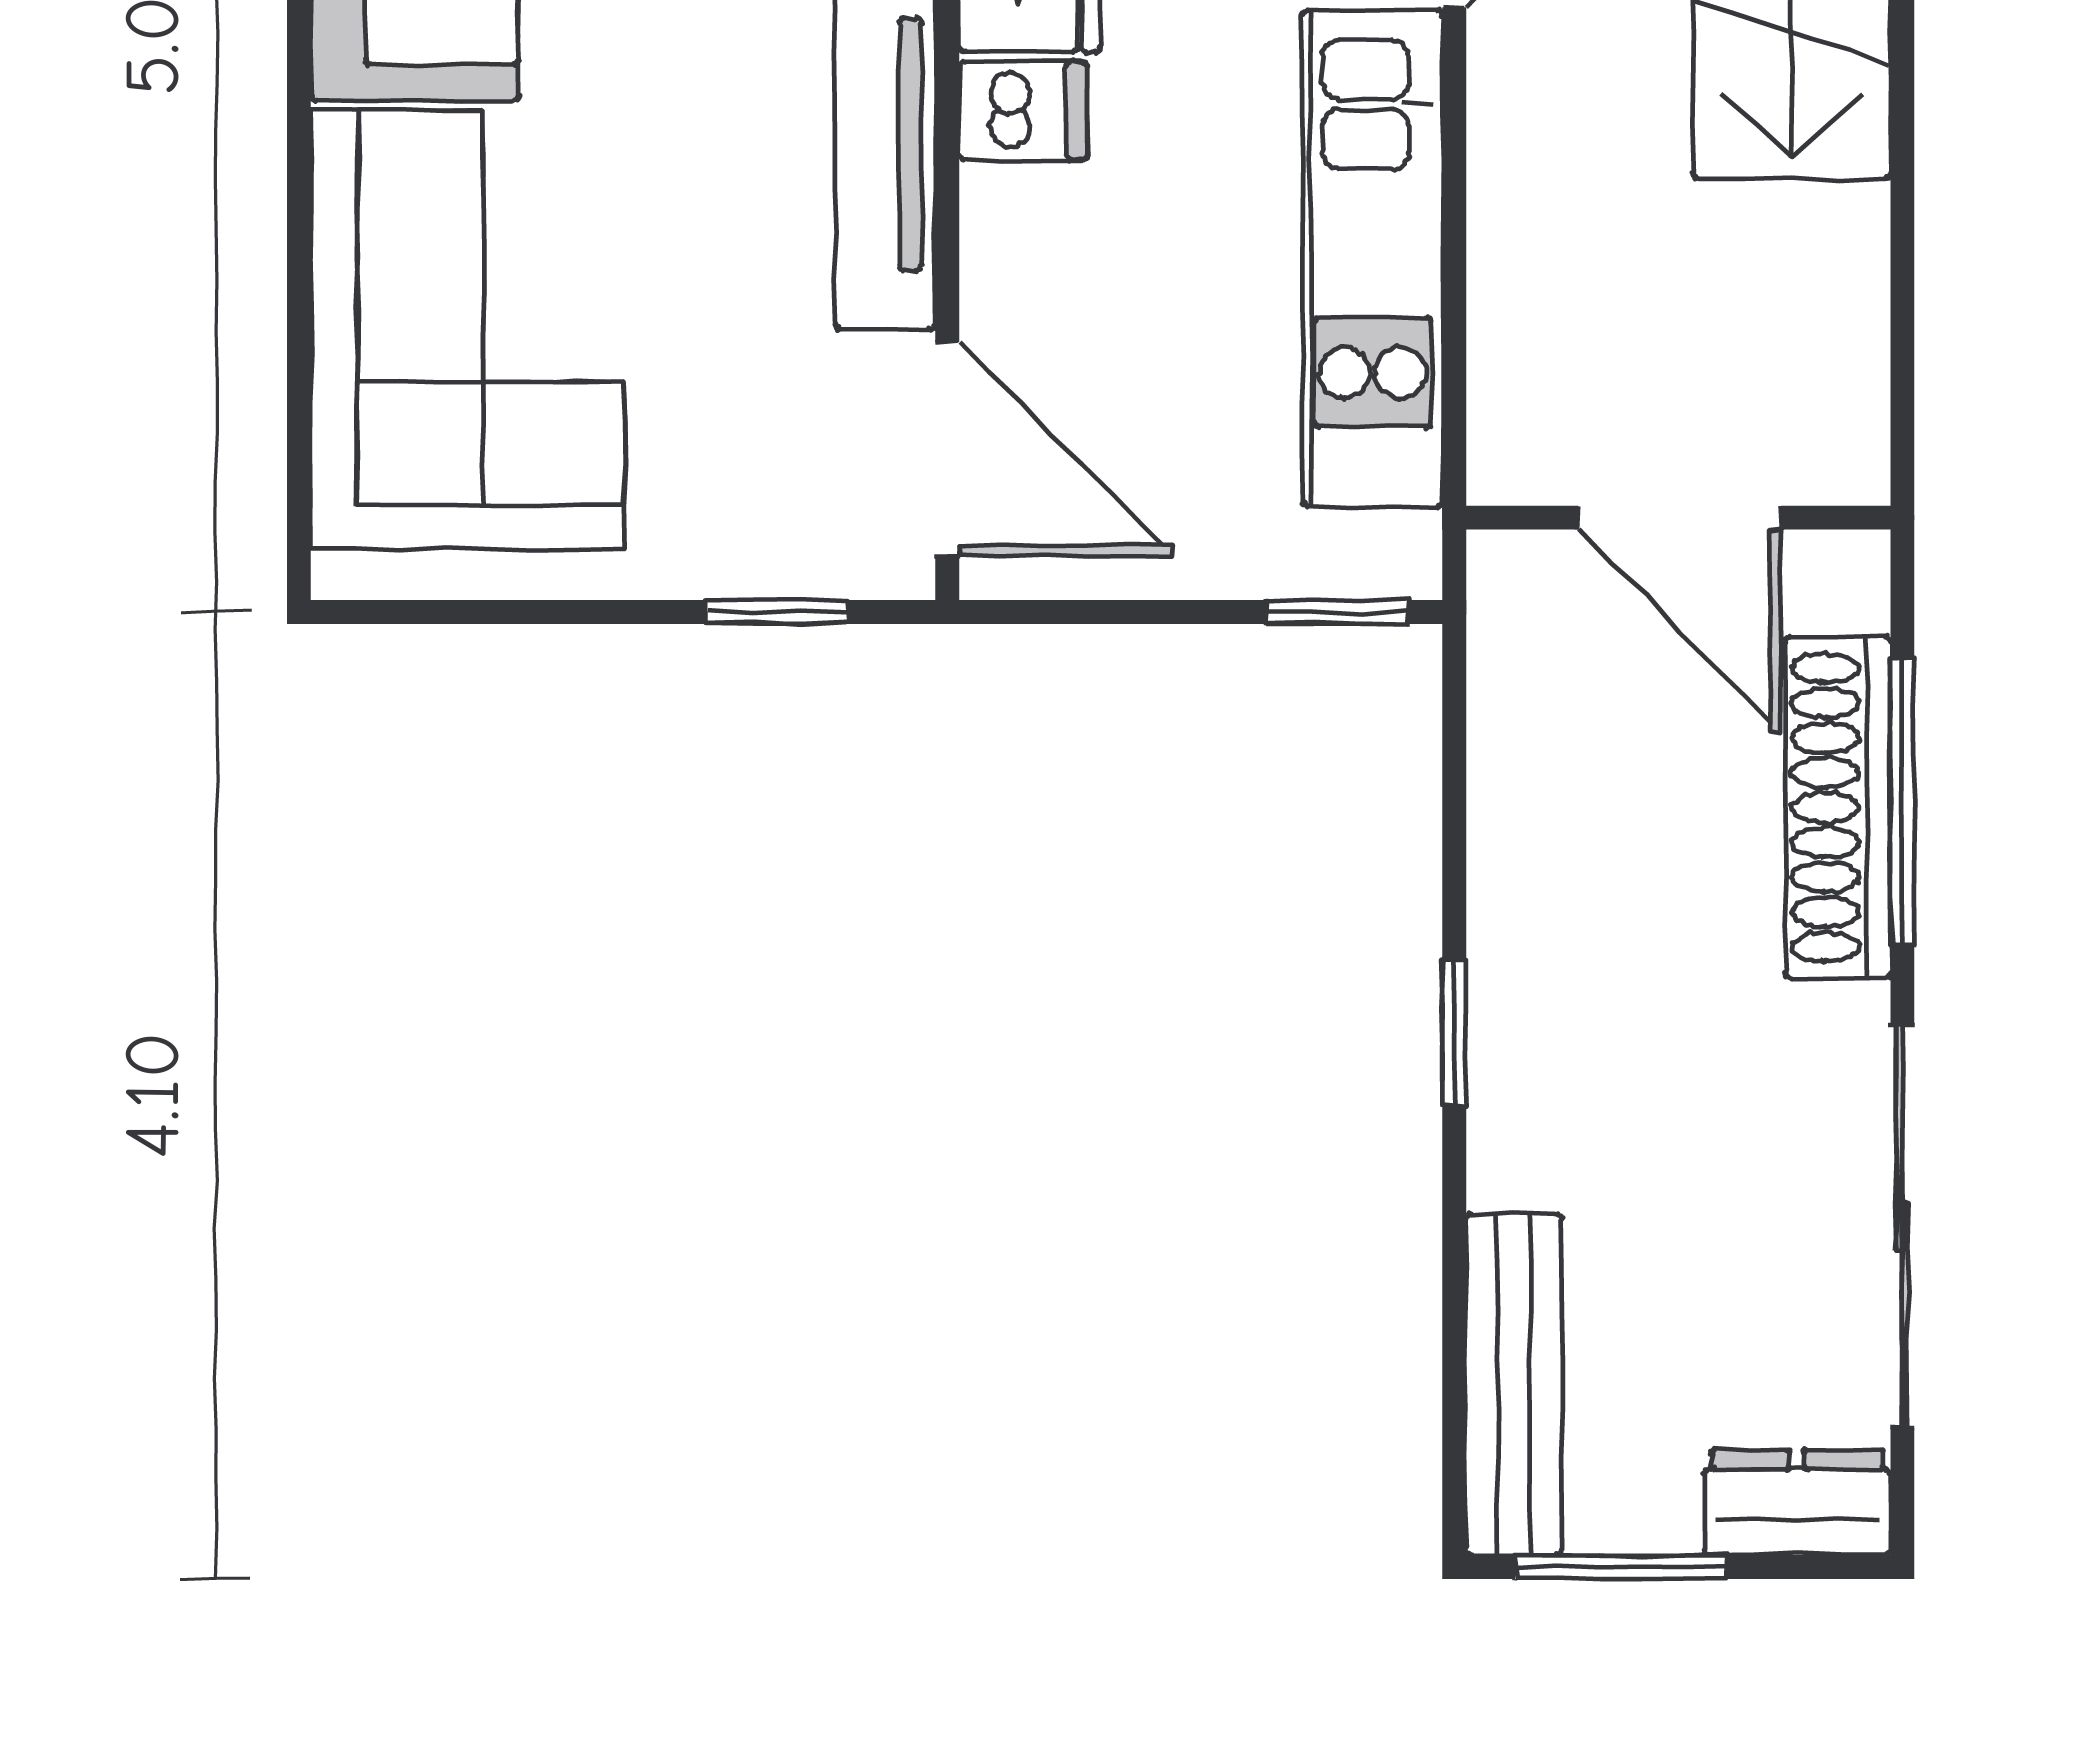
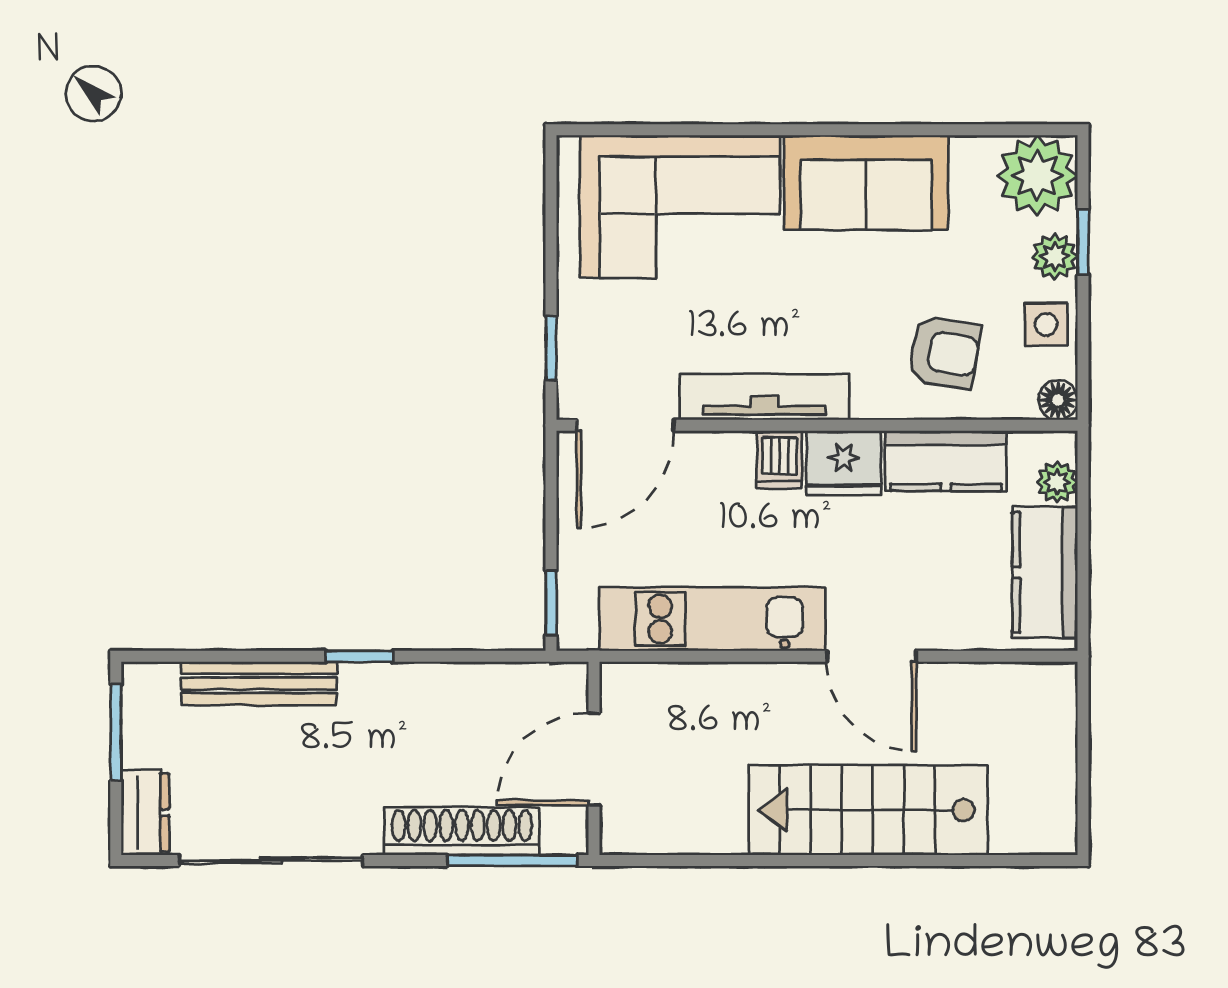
window: (1902, 802) -> (512, 861), moved
bench: (1514, 1384) -> (259, 684), moved

